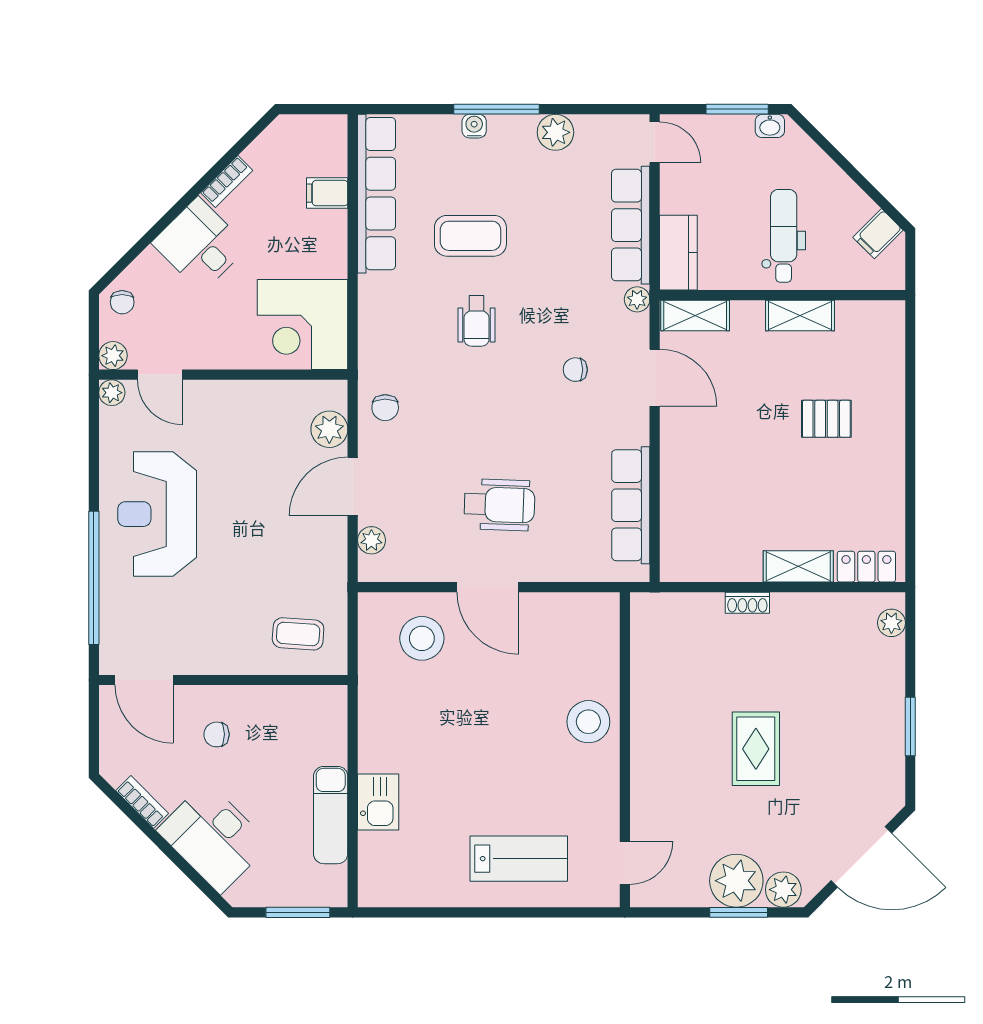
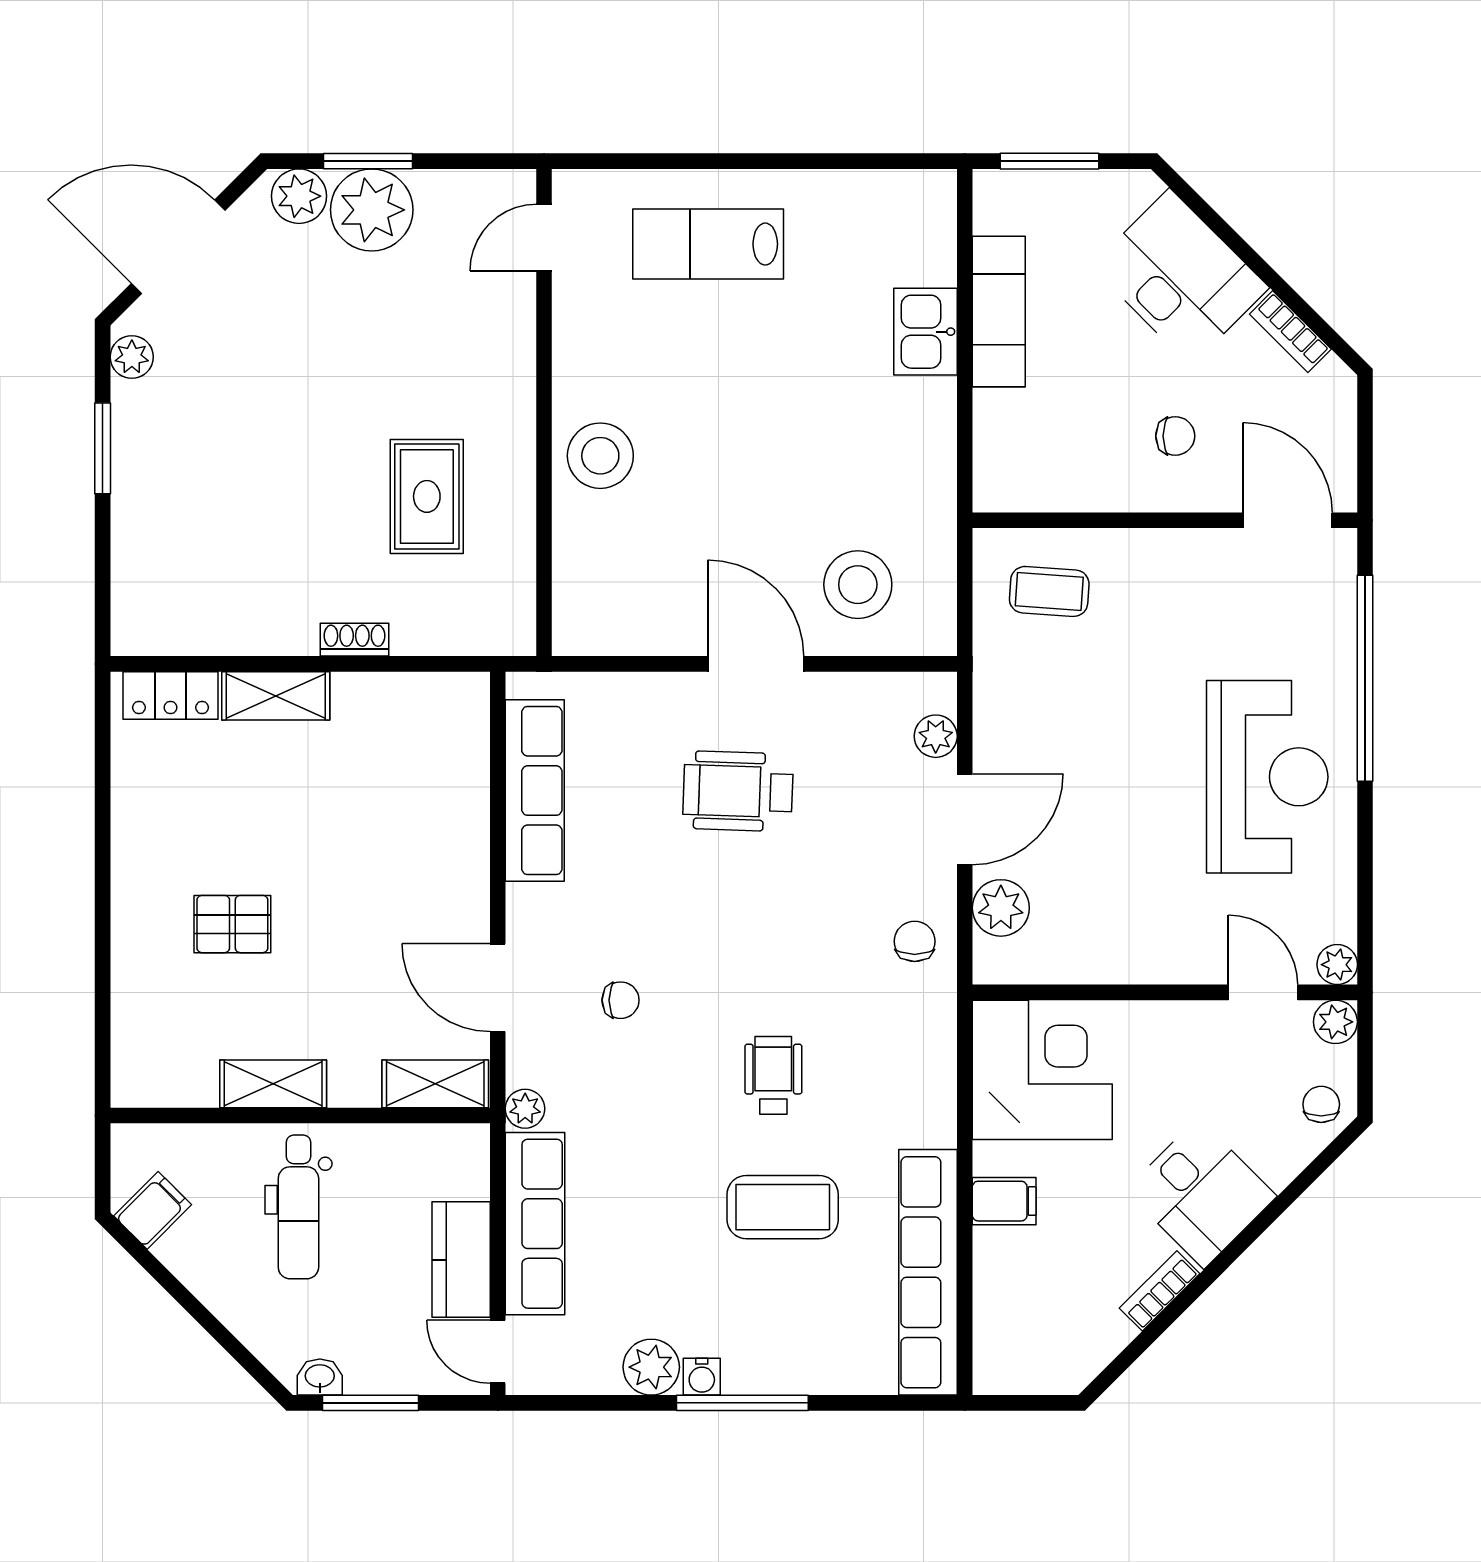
water cooler: (474, 126) -> (702, 1377), moved
filing cabinet: (327, 193) -> (1004, 1201), moved
kitchen counter: (678, 253) -> (461, 1260), moved
plant: (891, 623) -> (132, 357), moved
rug: (756, 749) -> (427, 496), moved

